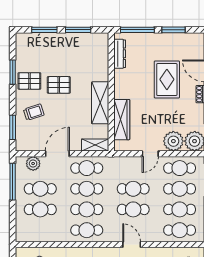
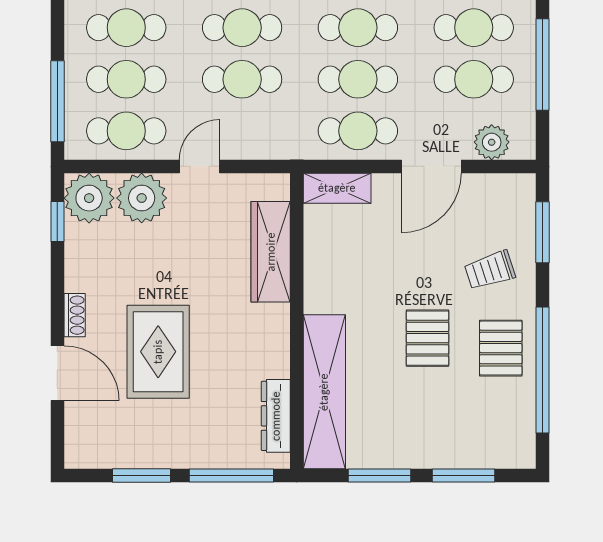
window: (13, 72) -> (543, 370), width x2.11
pallet: (29, 81) -> (501, 348), turned 90
pallet: (59, 85) -> (428, 338), turned 90
shelving: (100, 103) -> (324, 392), moved, width x1.47
window: (13, 182) -> (543, 64), moved

